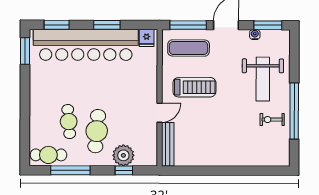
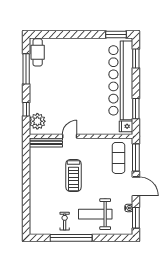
window: (107, 25) -> (136, 109), moved
treadmill: (194, 87) -> (74, 175), moved
door: (160, 113) -> (70, 136), swing flipped
cafe table: (69, 122) -> (63, 68), removed
cafe table: (97, 131) -> (56, 89), removed
plant: (123, 155) -> (37, 121), moved

